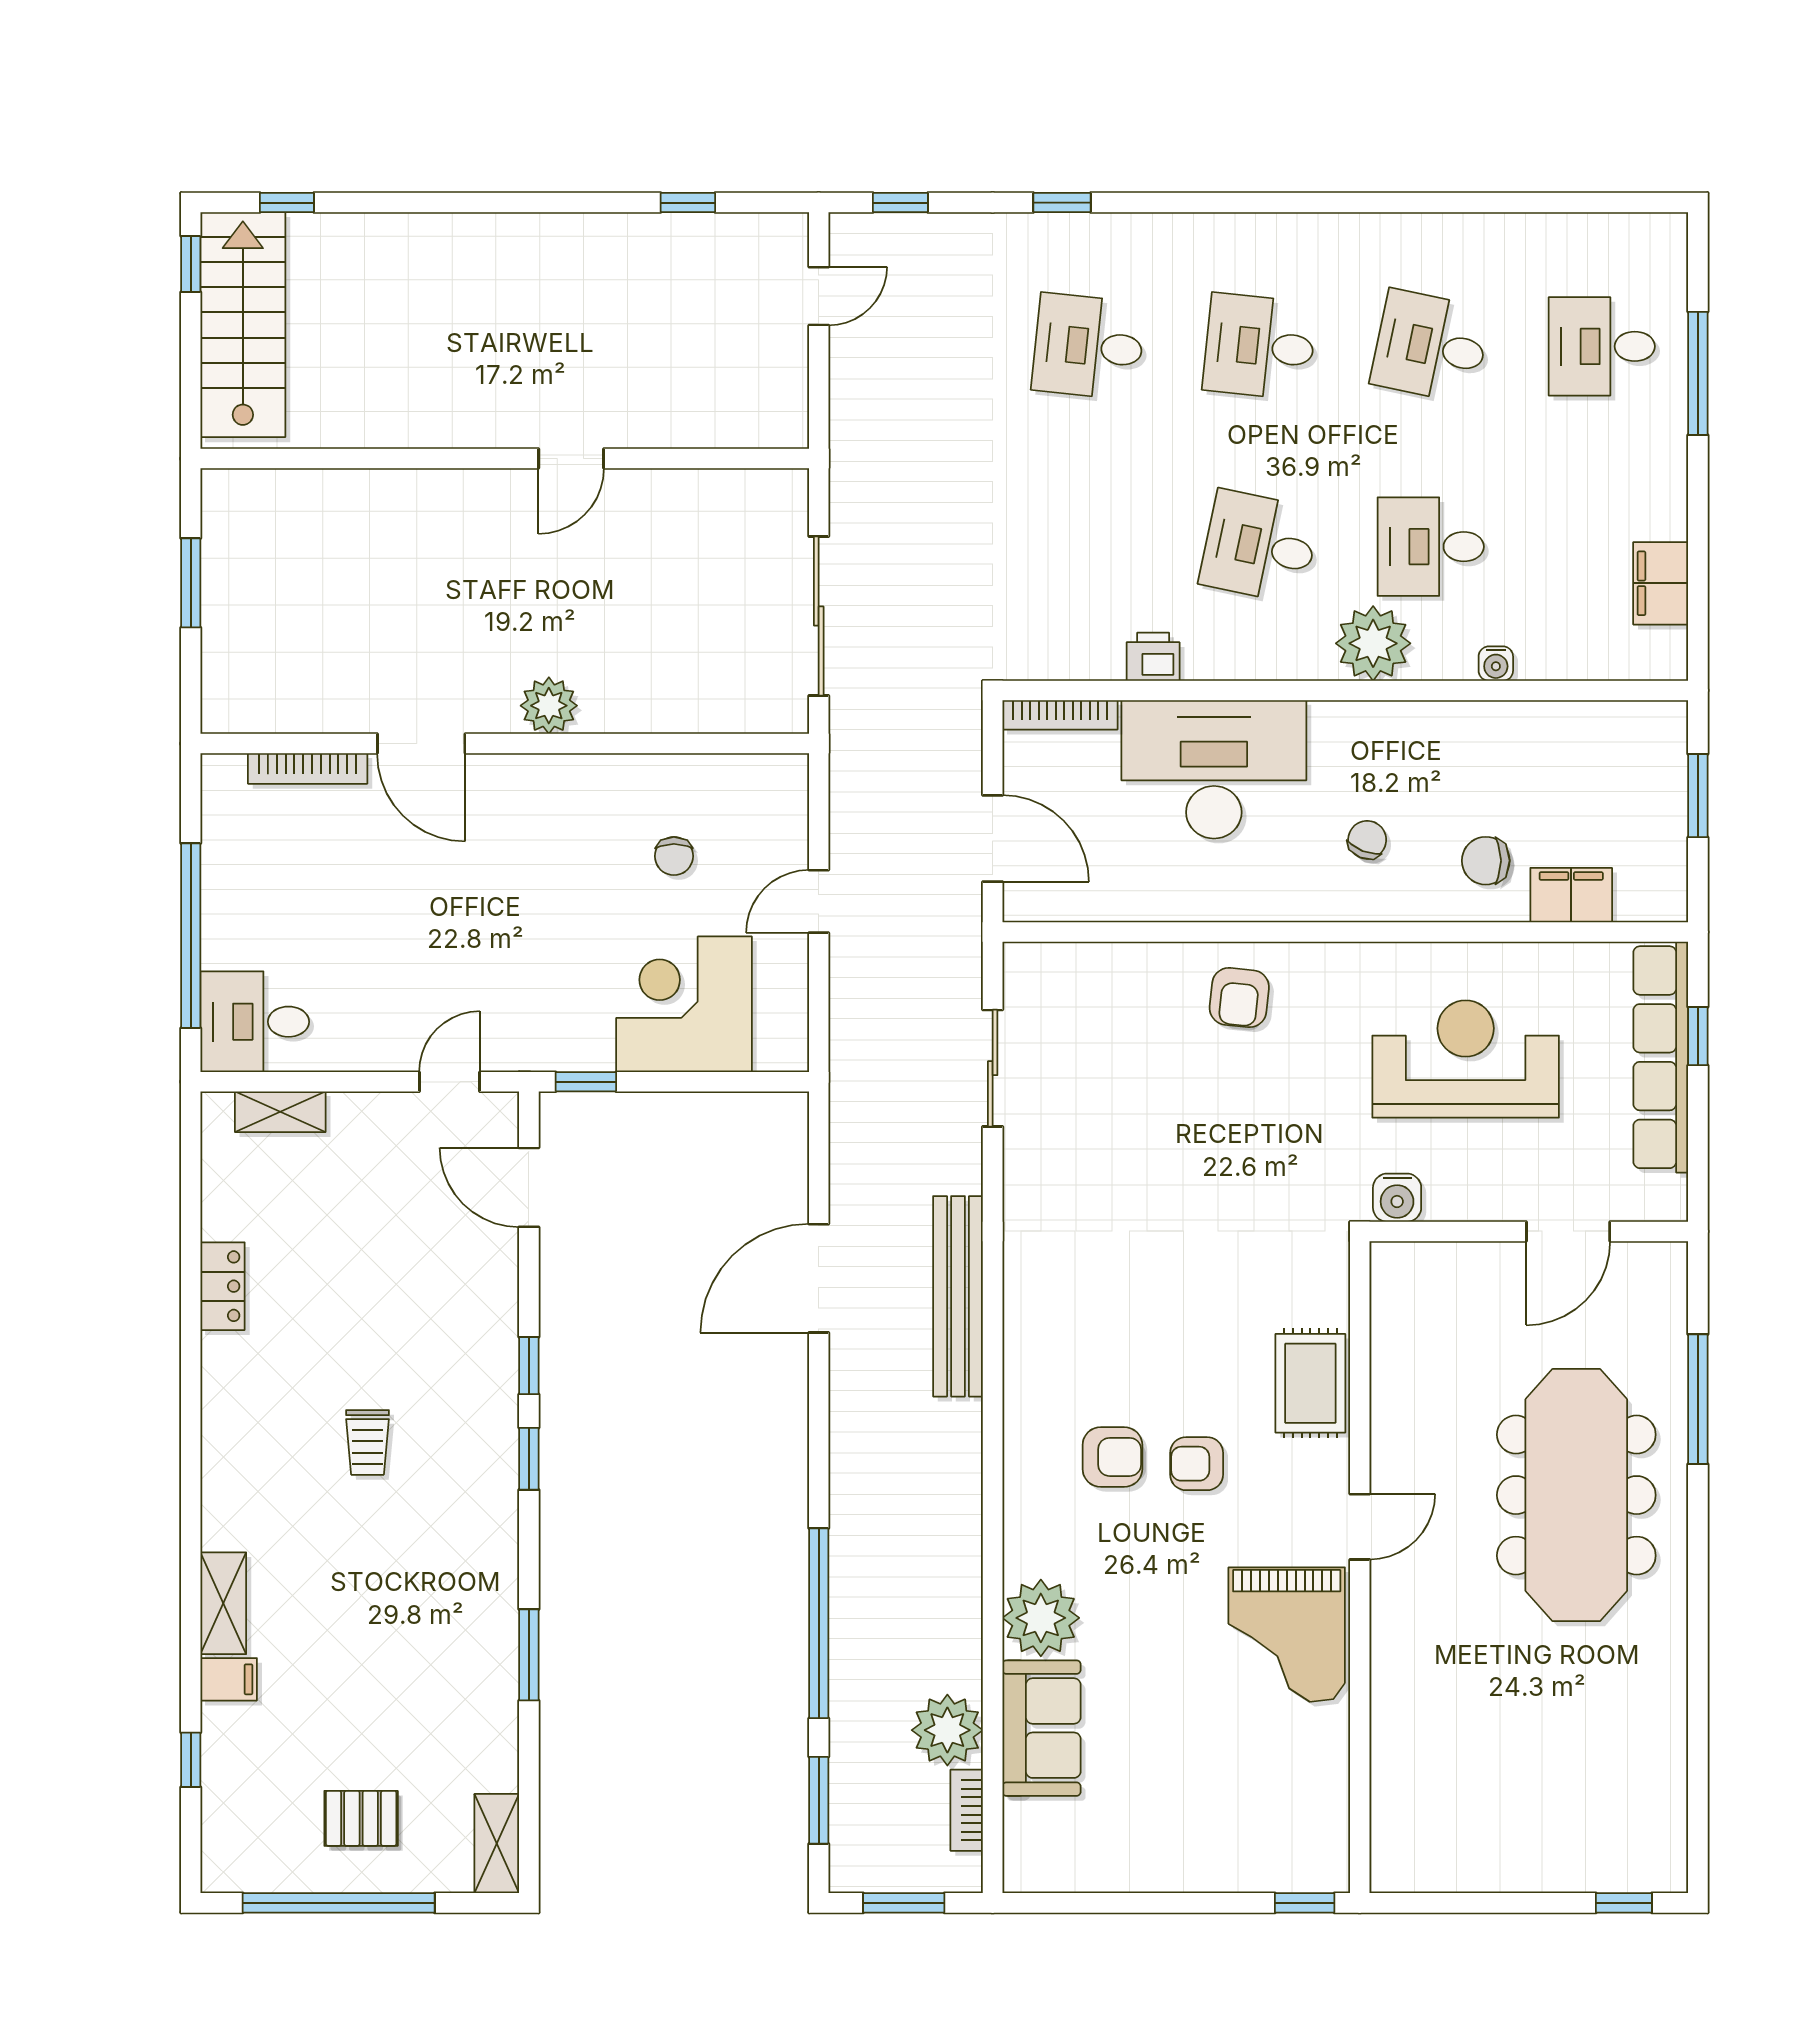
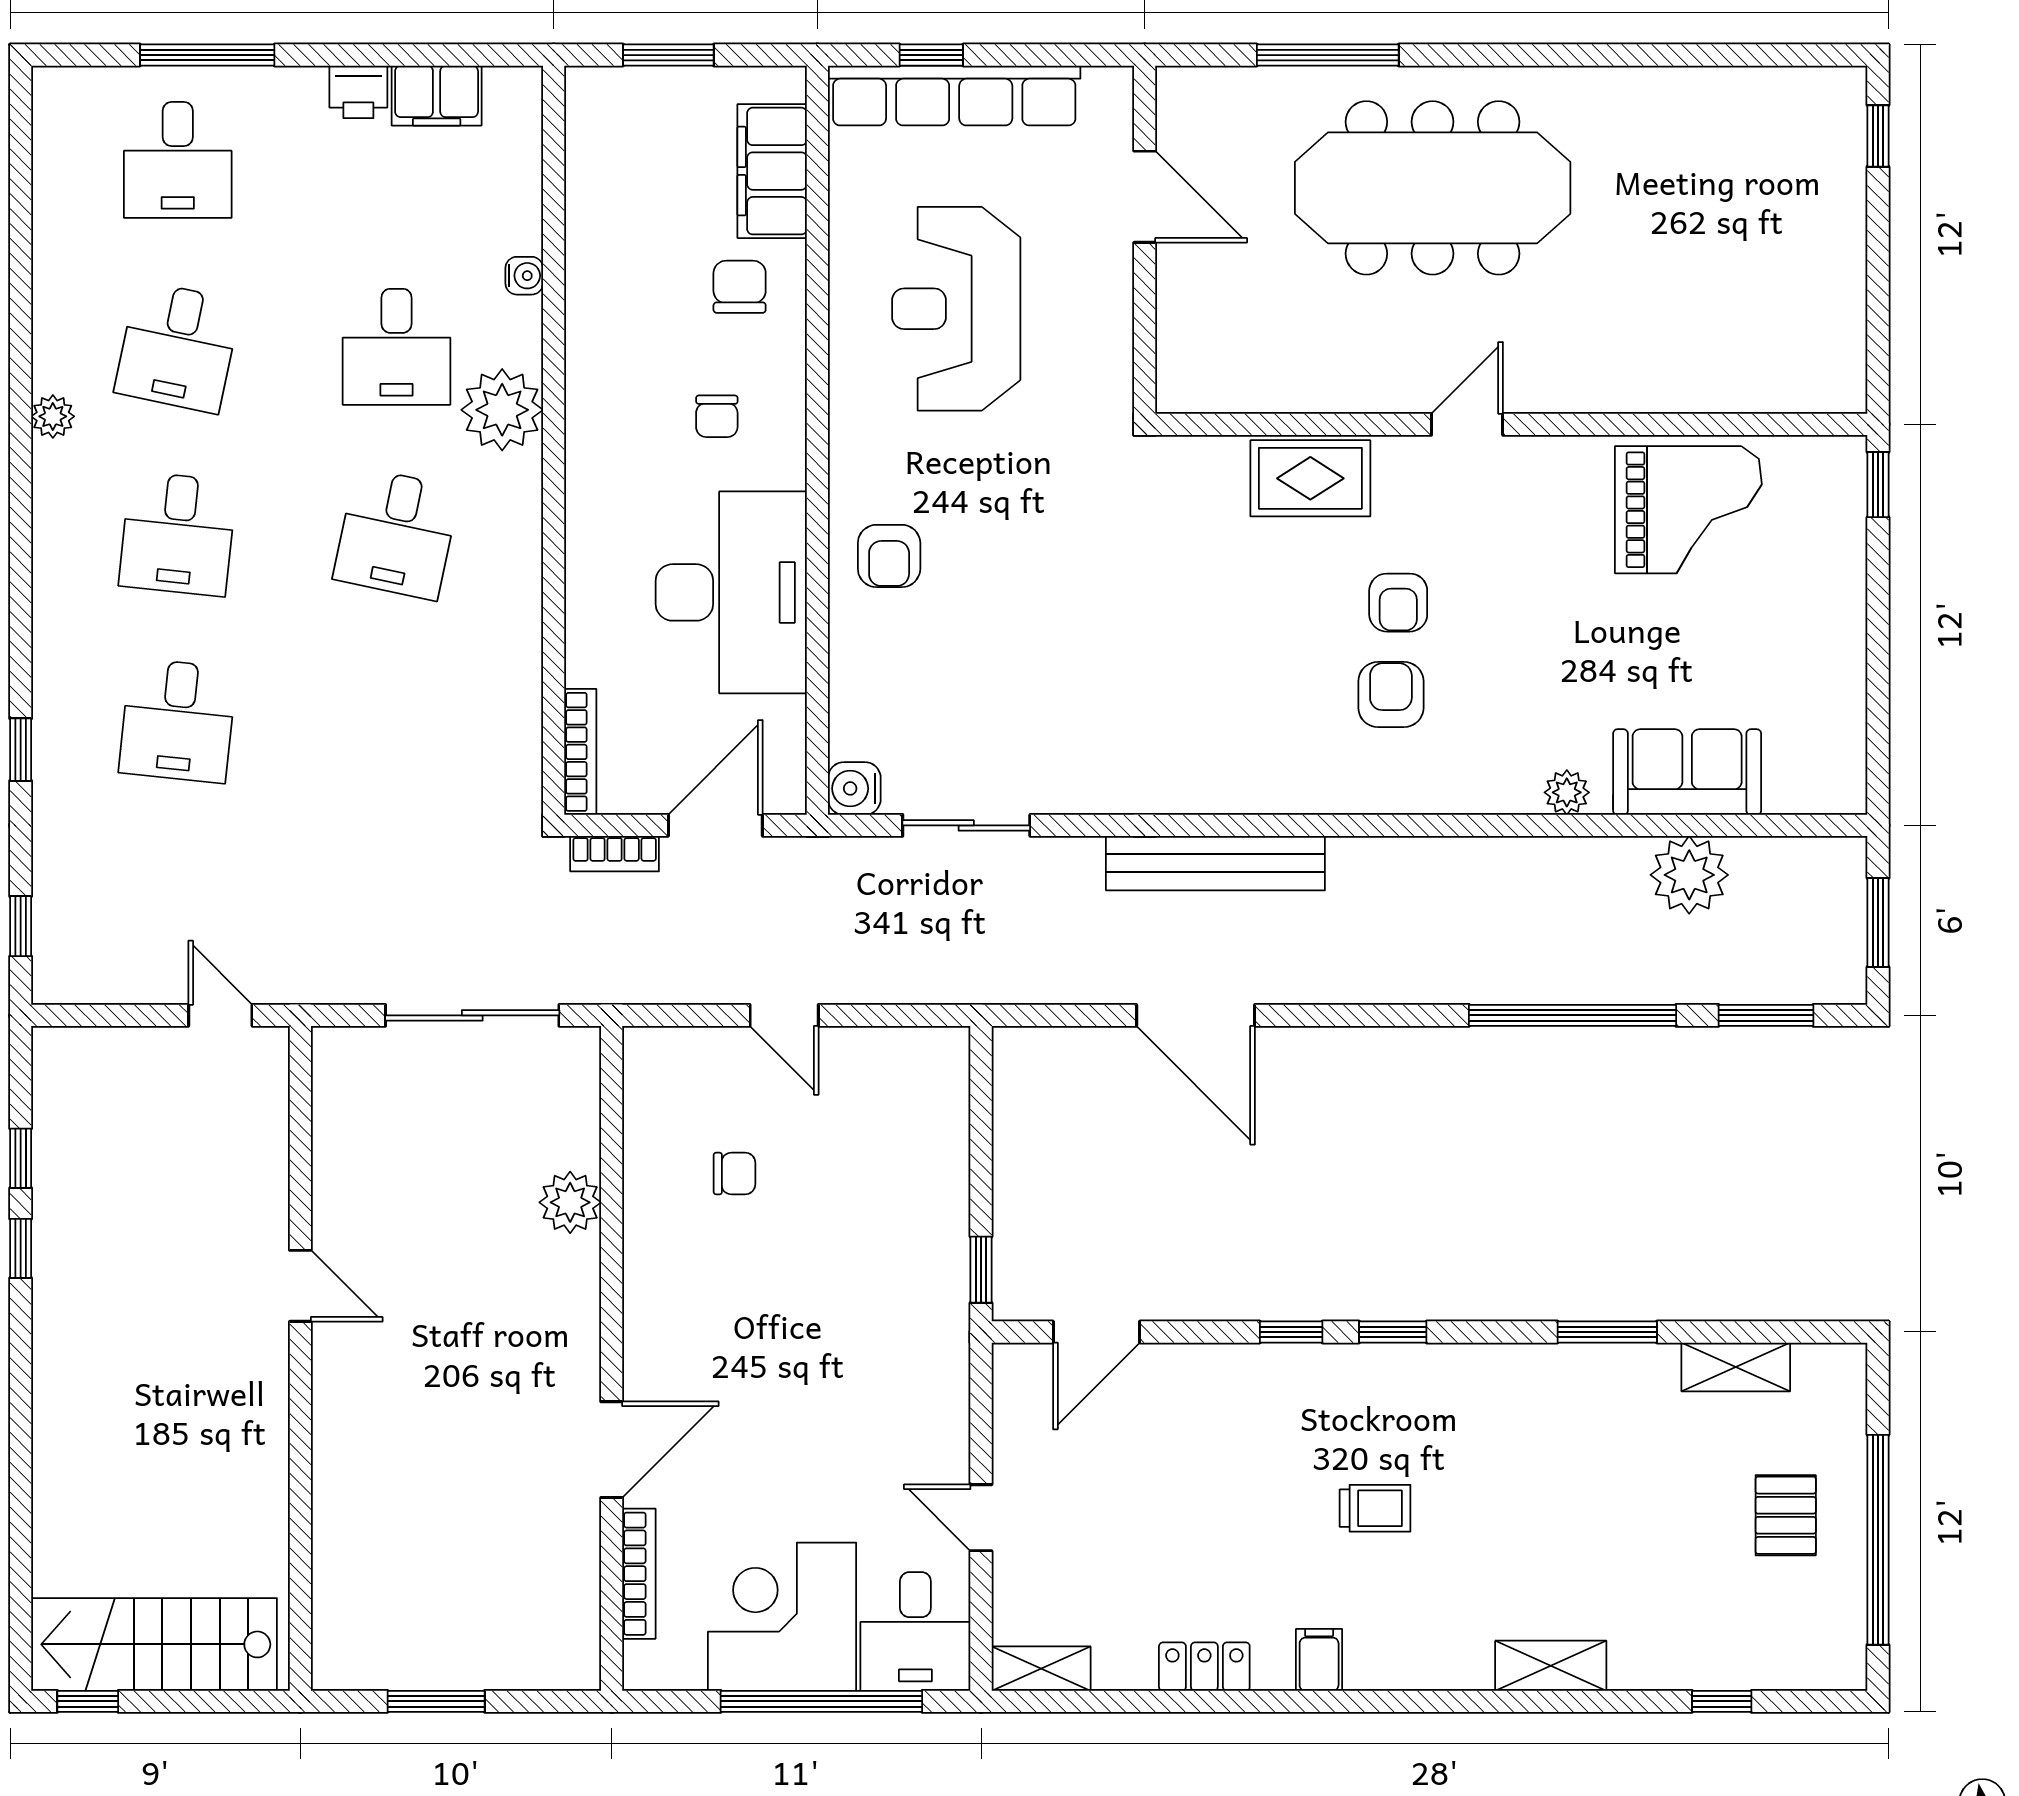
window: (287, 203) -> (21, 1248), moved
plant: (1367, 232) -> (53, 416), added
door: (819, 296) -> (220, 1015), moved
printer: (1153, 657) -> (358, 92), moved, turned -90
plant: (549, 706) -> (570, 1202), moved
desk: (1214, 769) -> (731, 592), moved, turned 180
chair: (1367, 840) -> (717, 416), turned -112
chair: (1486, 861) -> (740, 287), turned 180
filing cabinet: (1571, 895) -> (772, 171), width x1.50, depth x1.17
armchair: (1239, 998) -> (889, 556), turned 84
corner desk: (684, 1004) -> (782, 1617), moved, turned 90
door: (450, 1082) -> (981, 1518), moved
shelving: (280, 1112) -> (1041, 1669), moved, turned 90
water cooler: (1397, 1198) -> (854, 788), moved, turned 180
door: (1360, 1527) -> (1467, 424), hinge flipped
plant: (1041, 1618) -> (1567, 792), width x0.53, depth x0.53
grand piano: (1287, 1635) -> (1688, 510), moved
filing cabinet: (229, 1679) -> (1319, 1660), moved
bookcase: (967, 1810) -> (615, 854), moved
shelving: (497, 1844) -> (1736, 1367), moved

